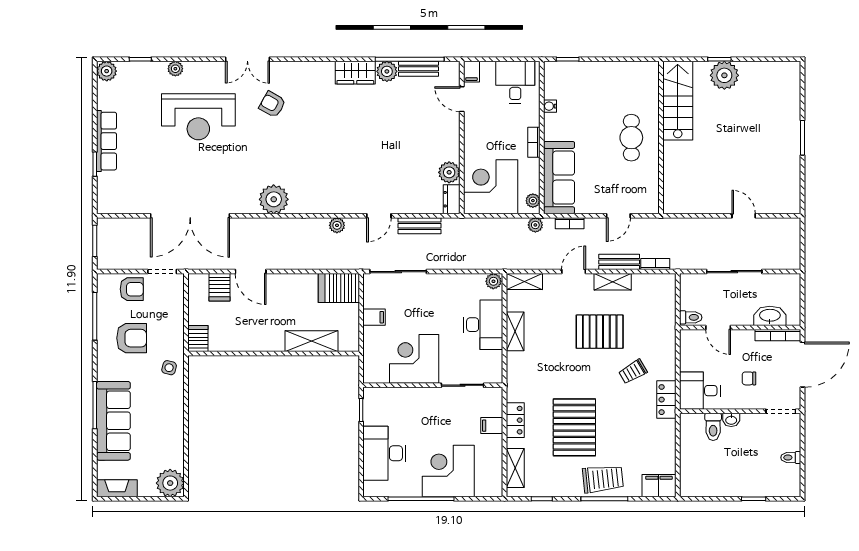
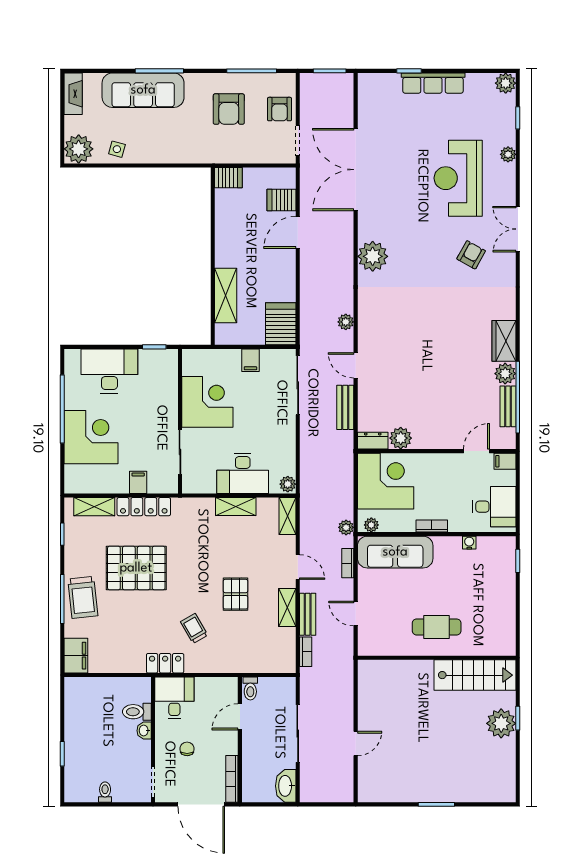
washbasin: (770, 316) -> (286, 786), moved, turned 180
pallet: (600, 332) -> (235, 594), width x0.67, depth x0.71
side table: (169, 368) -> (117, 149), moved
locker: (515, 420) -> (144, 507), width x1.53

